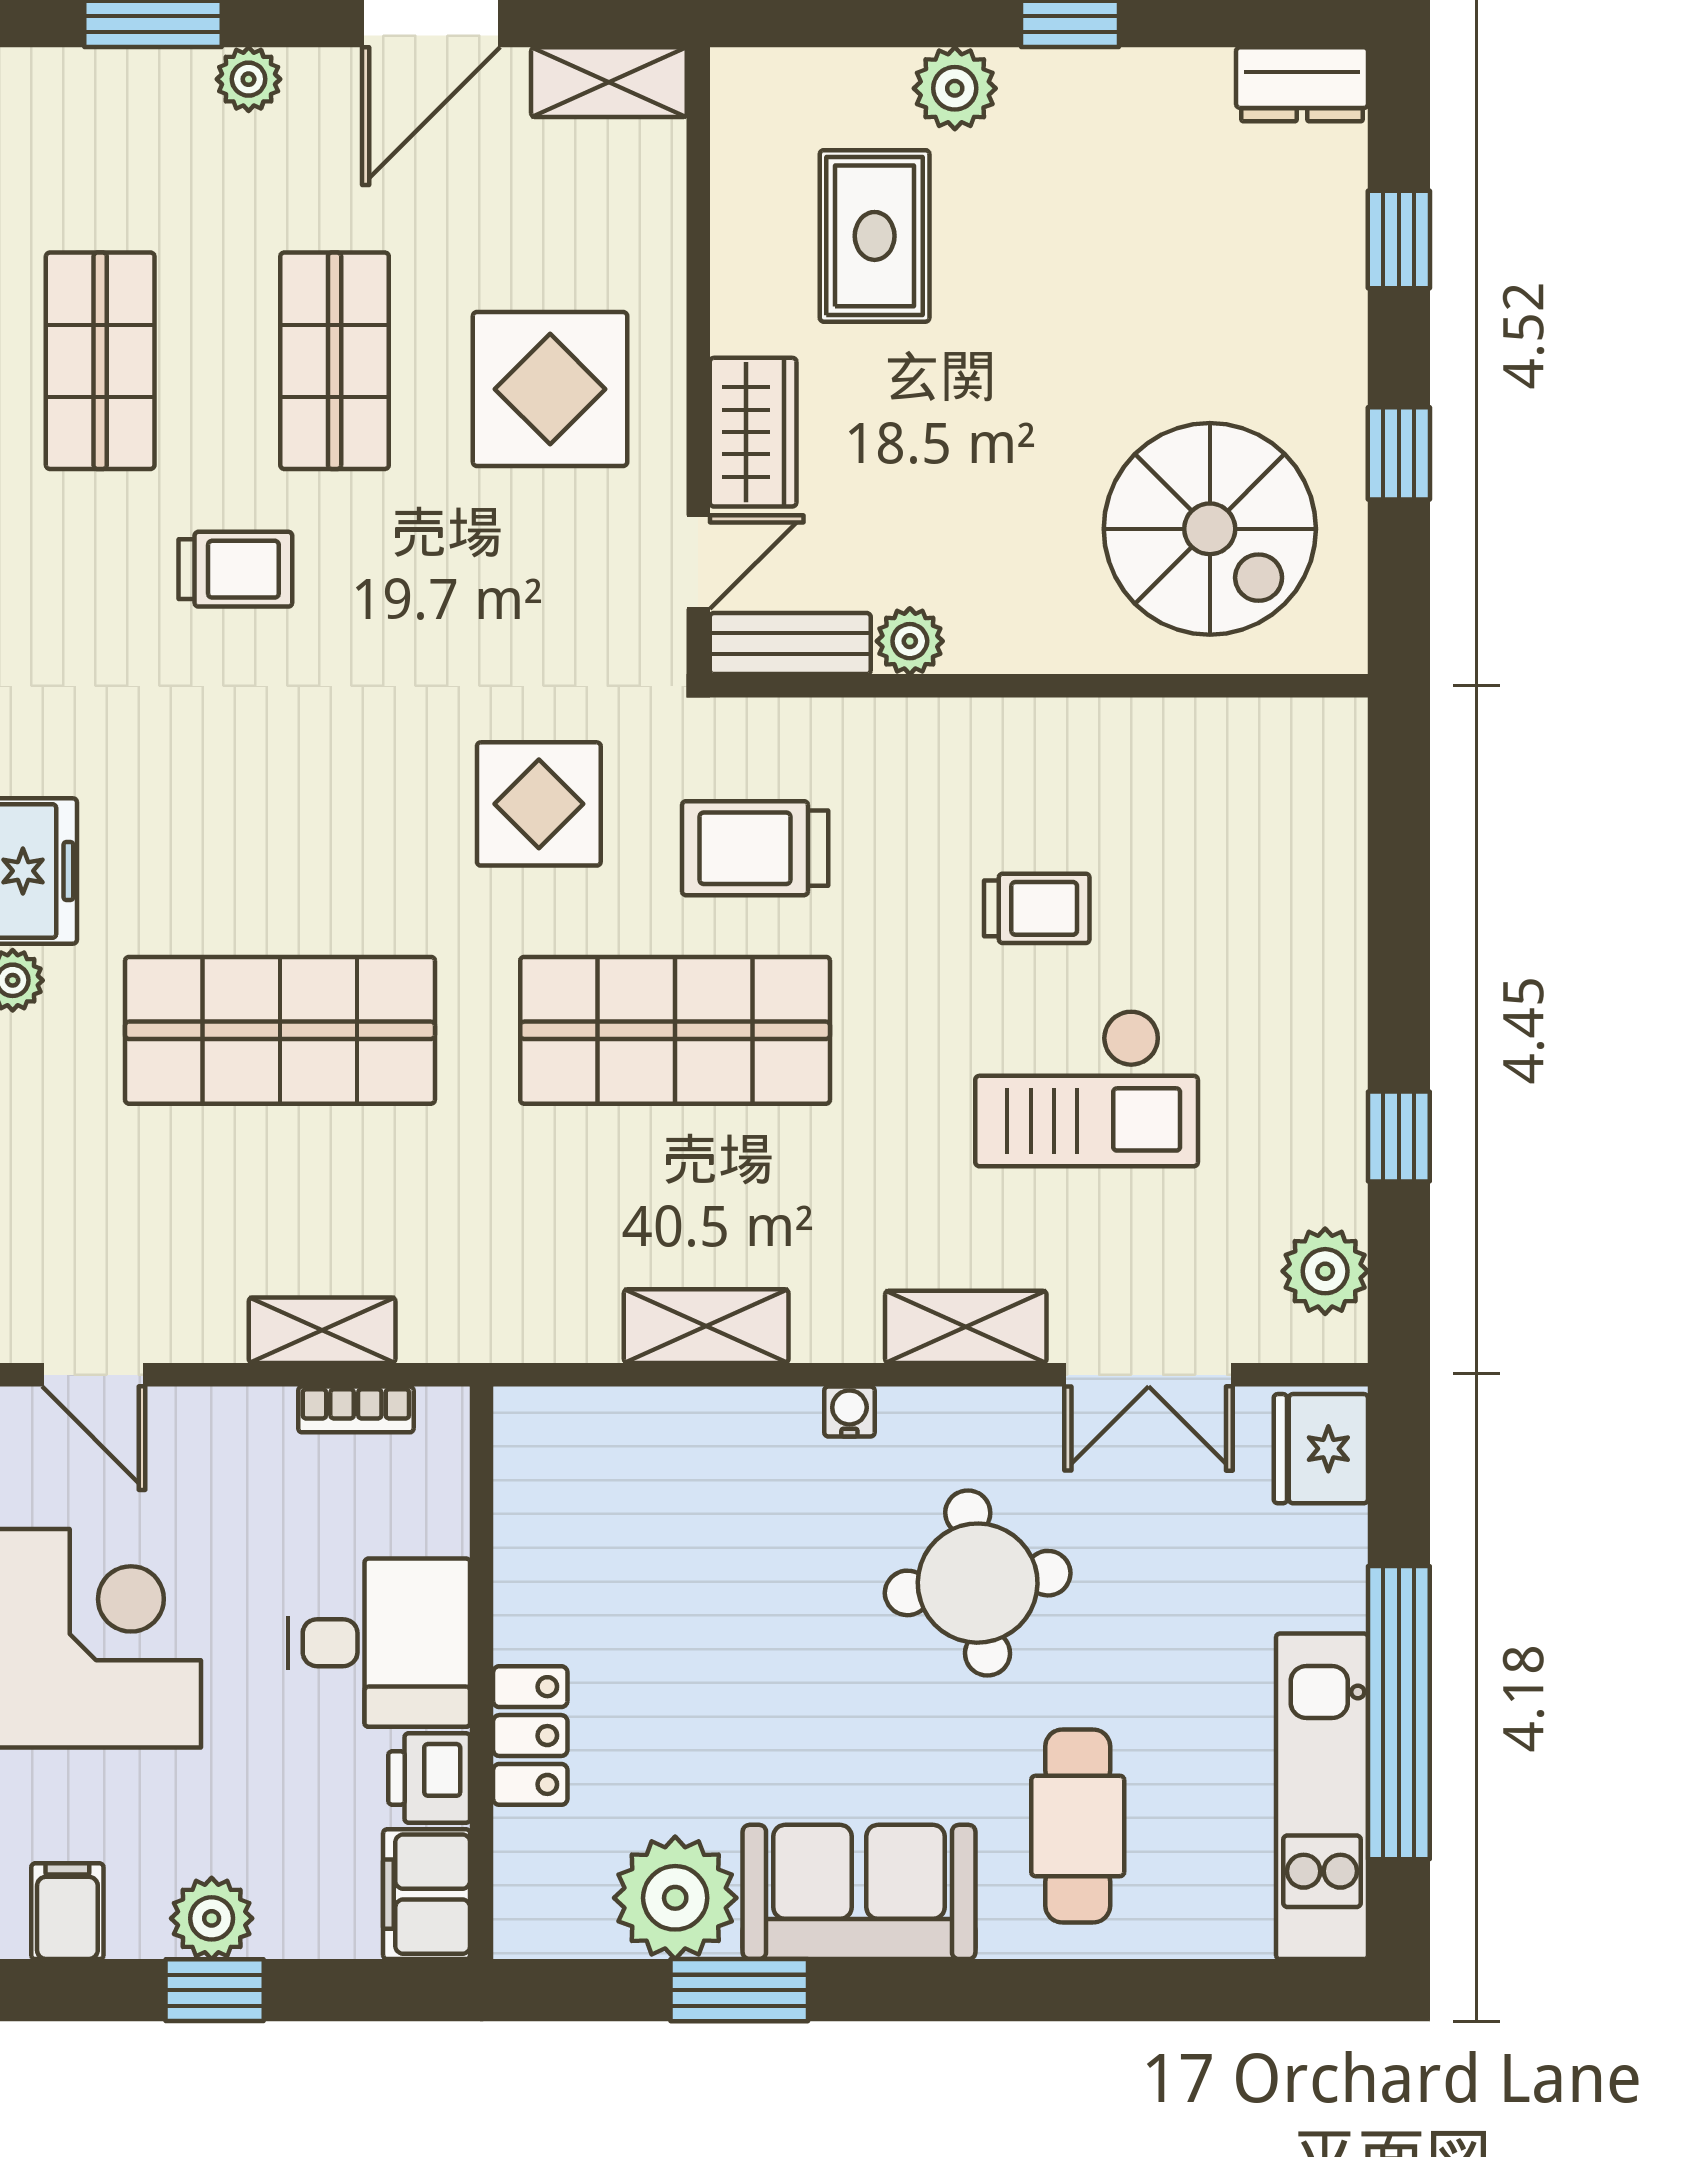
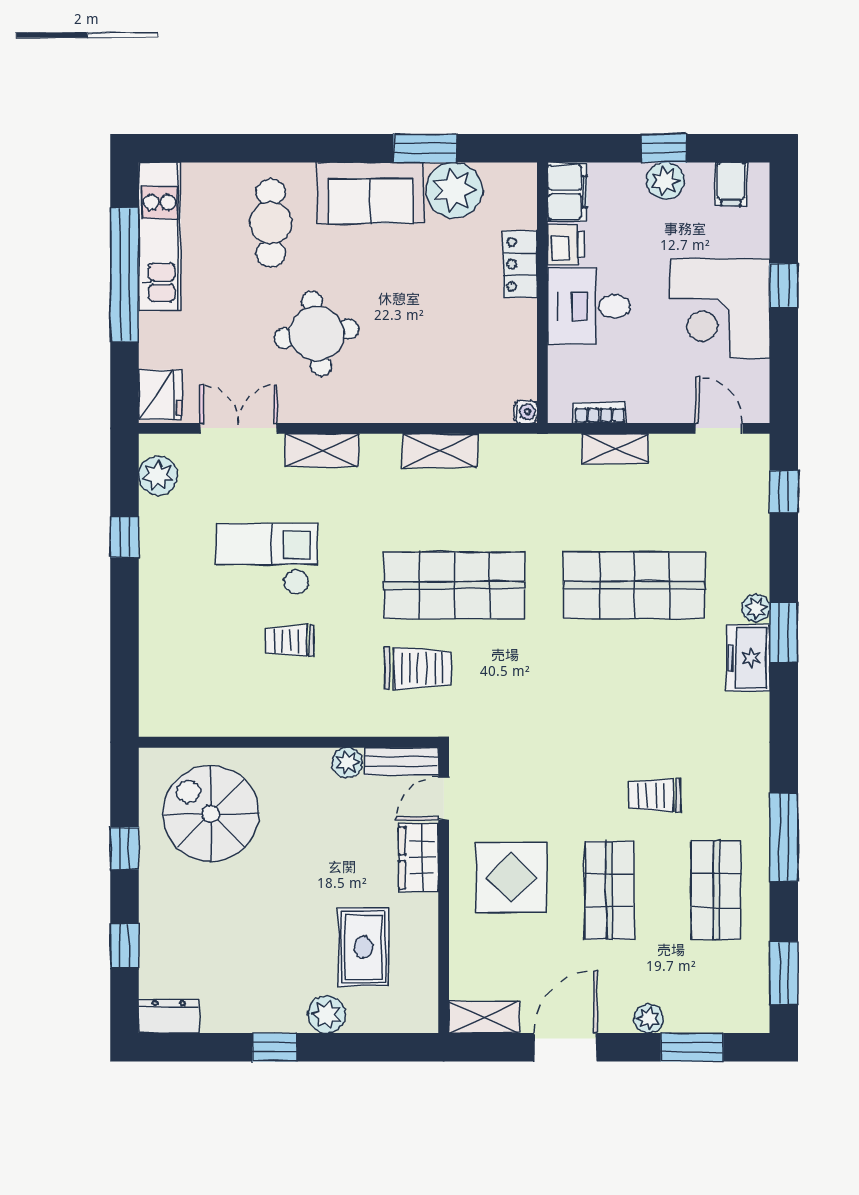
display table: (539, 804) -> (516, 688), removed
water cooler: (849, 1411) -> (526, 412), moved, turned -90

